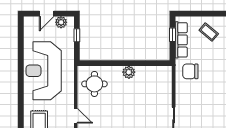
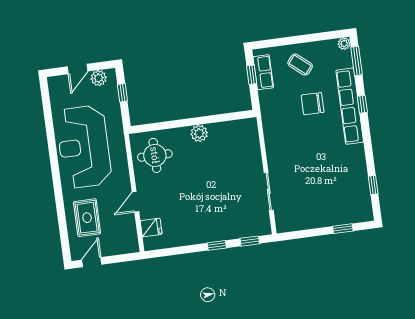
row of seats: (181, 40) -> (263, 72), width x0.68
chair: (190, 71) -> (313, 104), moved
door: (76, 116) -> (135, 202), swing flipped

